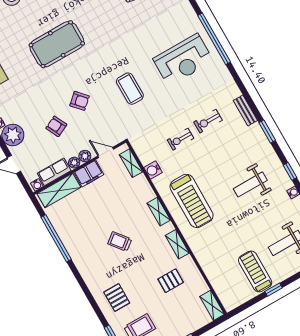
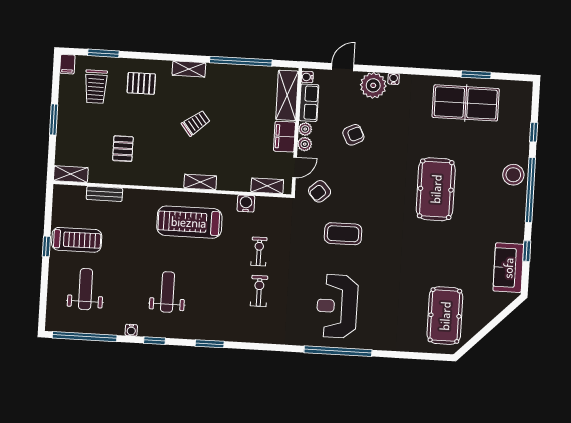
armchair: (80, 101) -> (320, 191), moved
bench: (245, 110) -> (104, 194), moved
shelving: (177, 244) -> (189, 69), moved

